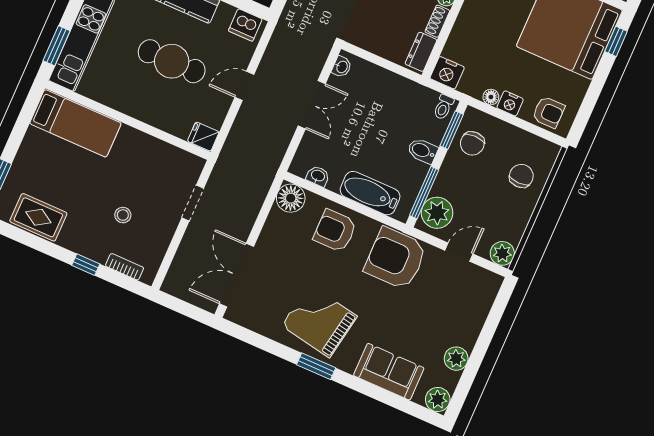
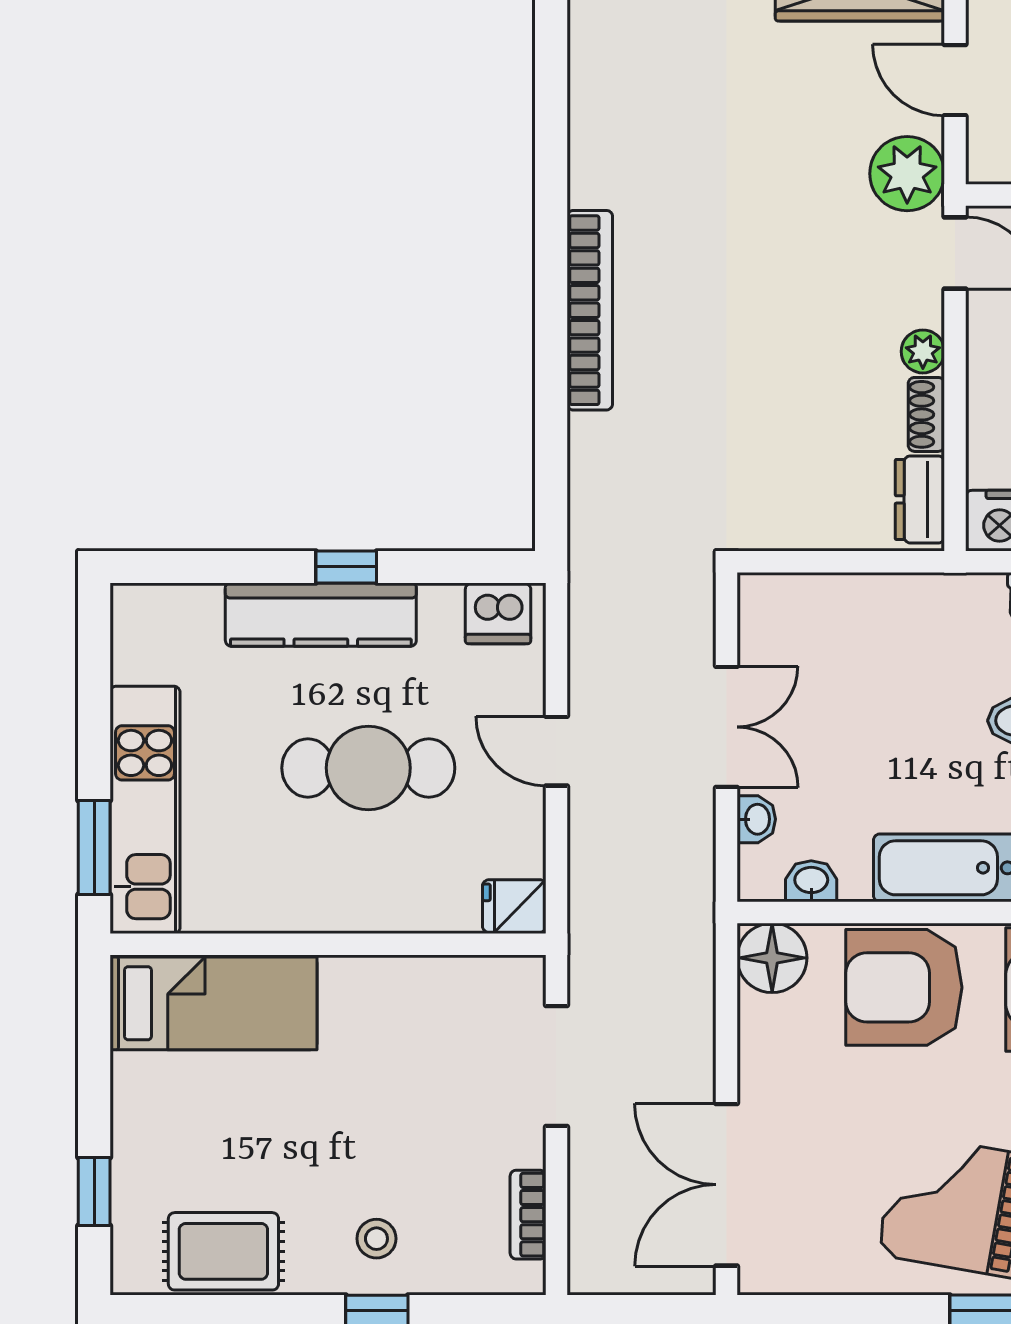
washbasin: (342, 67) -> (756, 819), moved
door: (244, 86) -> (556, 751), hinge flipped
doorway: (193, 203) -> (556, 1066), width x1.38
stool: (123, 215) -> (376, 1239), moved
armchair: (335, 231) -> (904, 987), width x1.36, depth x1.36
bookcase: (125, 267) -> (528, 1215), moved, turned -90

